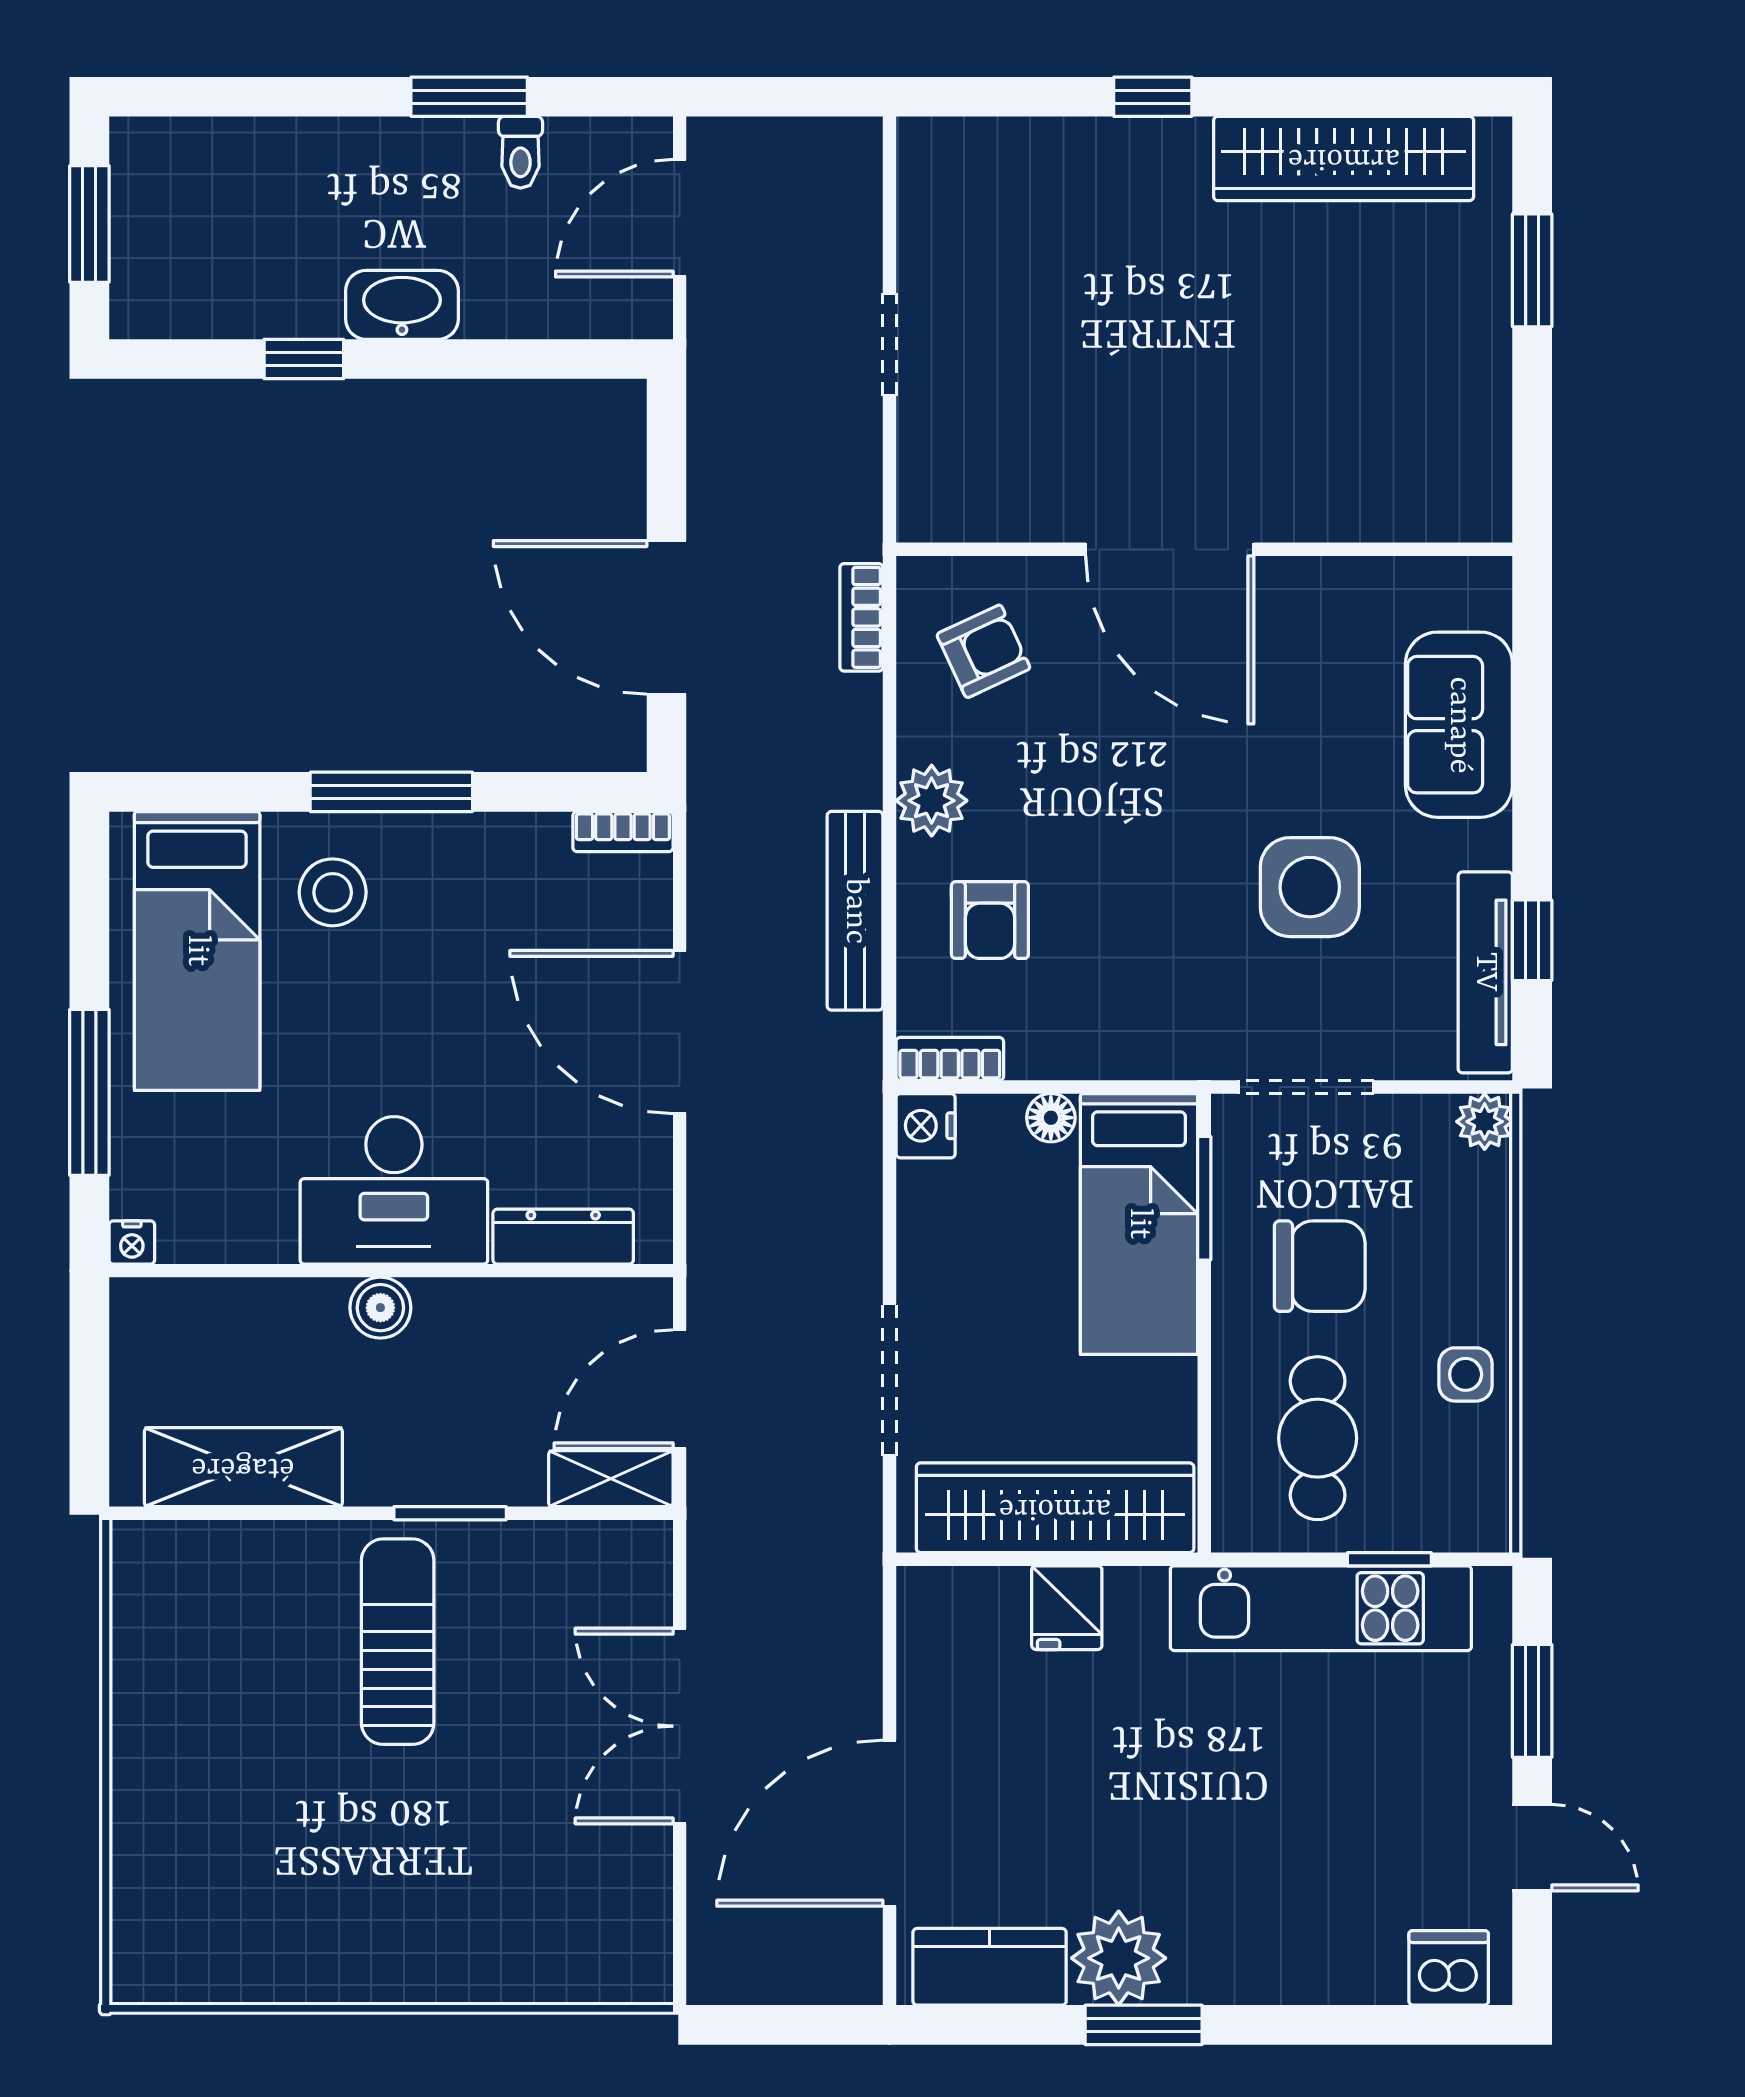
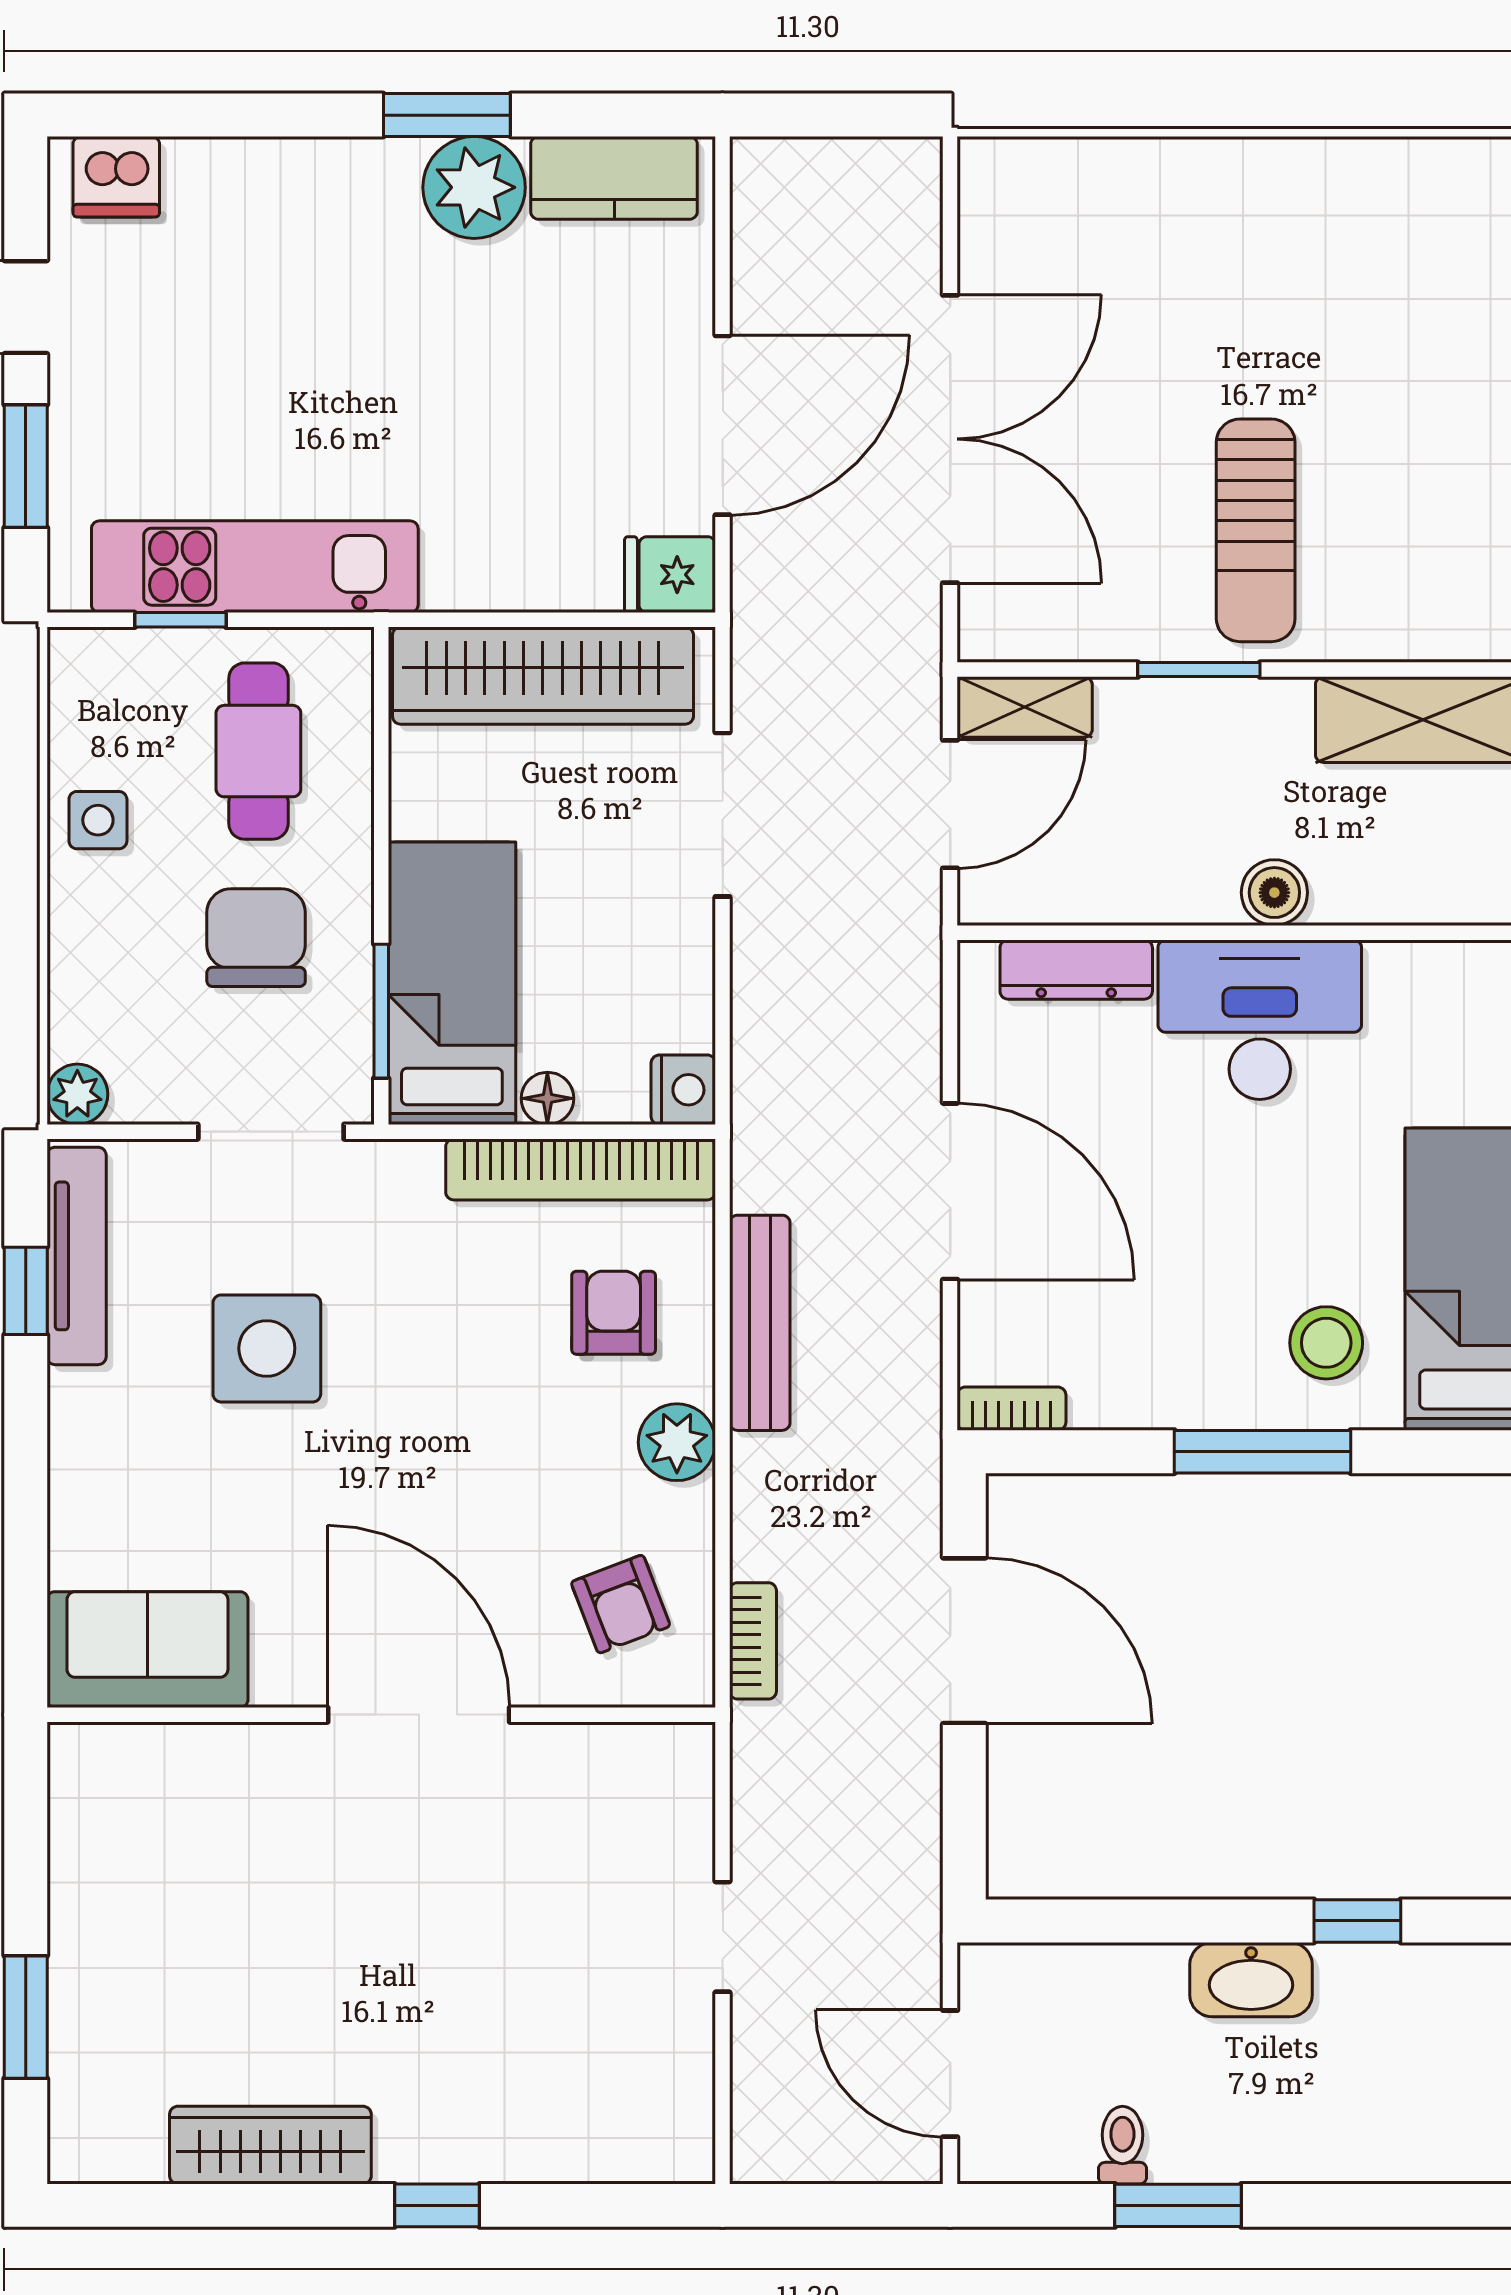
wardrobe: (1344, 158) -> (270, 2145), width x0.71, depth x0.85
door: (680, 218) -> (950, 2074), swing flipped
armchair: (983, 651) -> (621, 1604), turned -86
sofa: (1459, 725) -> (147, 1650), moved, turned -90
bookcase: (950, 1059) -> (581, 1169), width x2.31, depth x1.31
chair: (1320, 1266) -> (256, 938), turned 90
fridge: (1067, 1608) -> (670, 575), moved, turned -90
double door: (680, 1726) -> (950, 439), width x1.36
door: (889, 1823) -> (723, 425), moved

